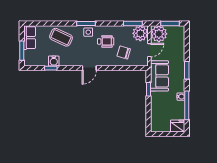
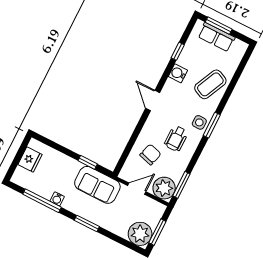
plant: (159, 34) -> (140, 234), moved
row of seats: (30, 38) -> (216, 37), moved
door: (149, 50) -> (137, 189), swing flipped
water cooler: (54, 61) -> (178, 73), moved
fridge: (178, 126) -> (30, 159), moved

